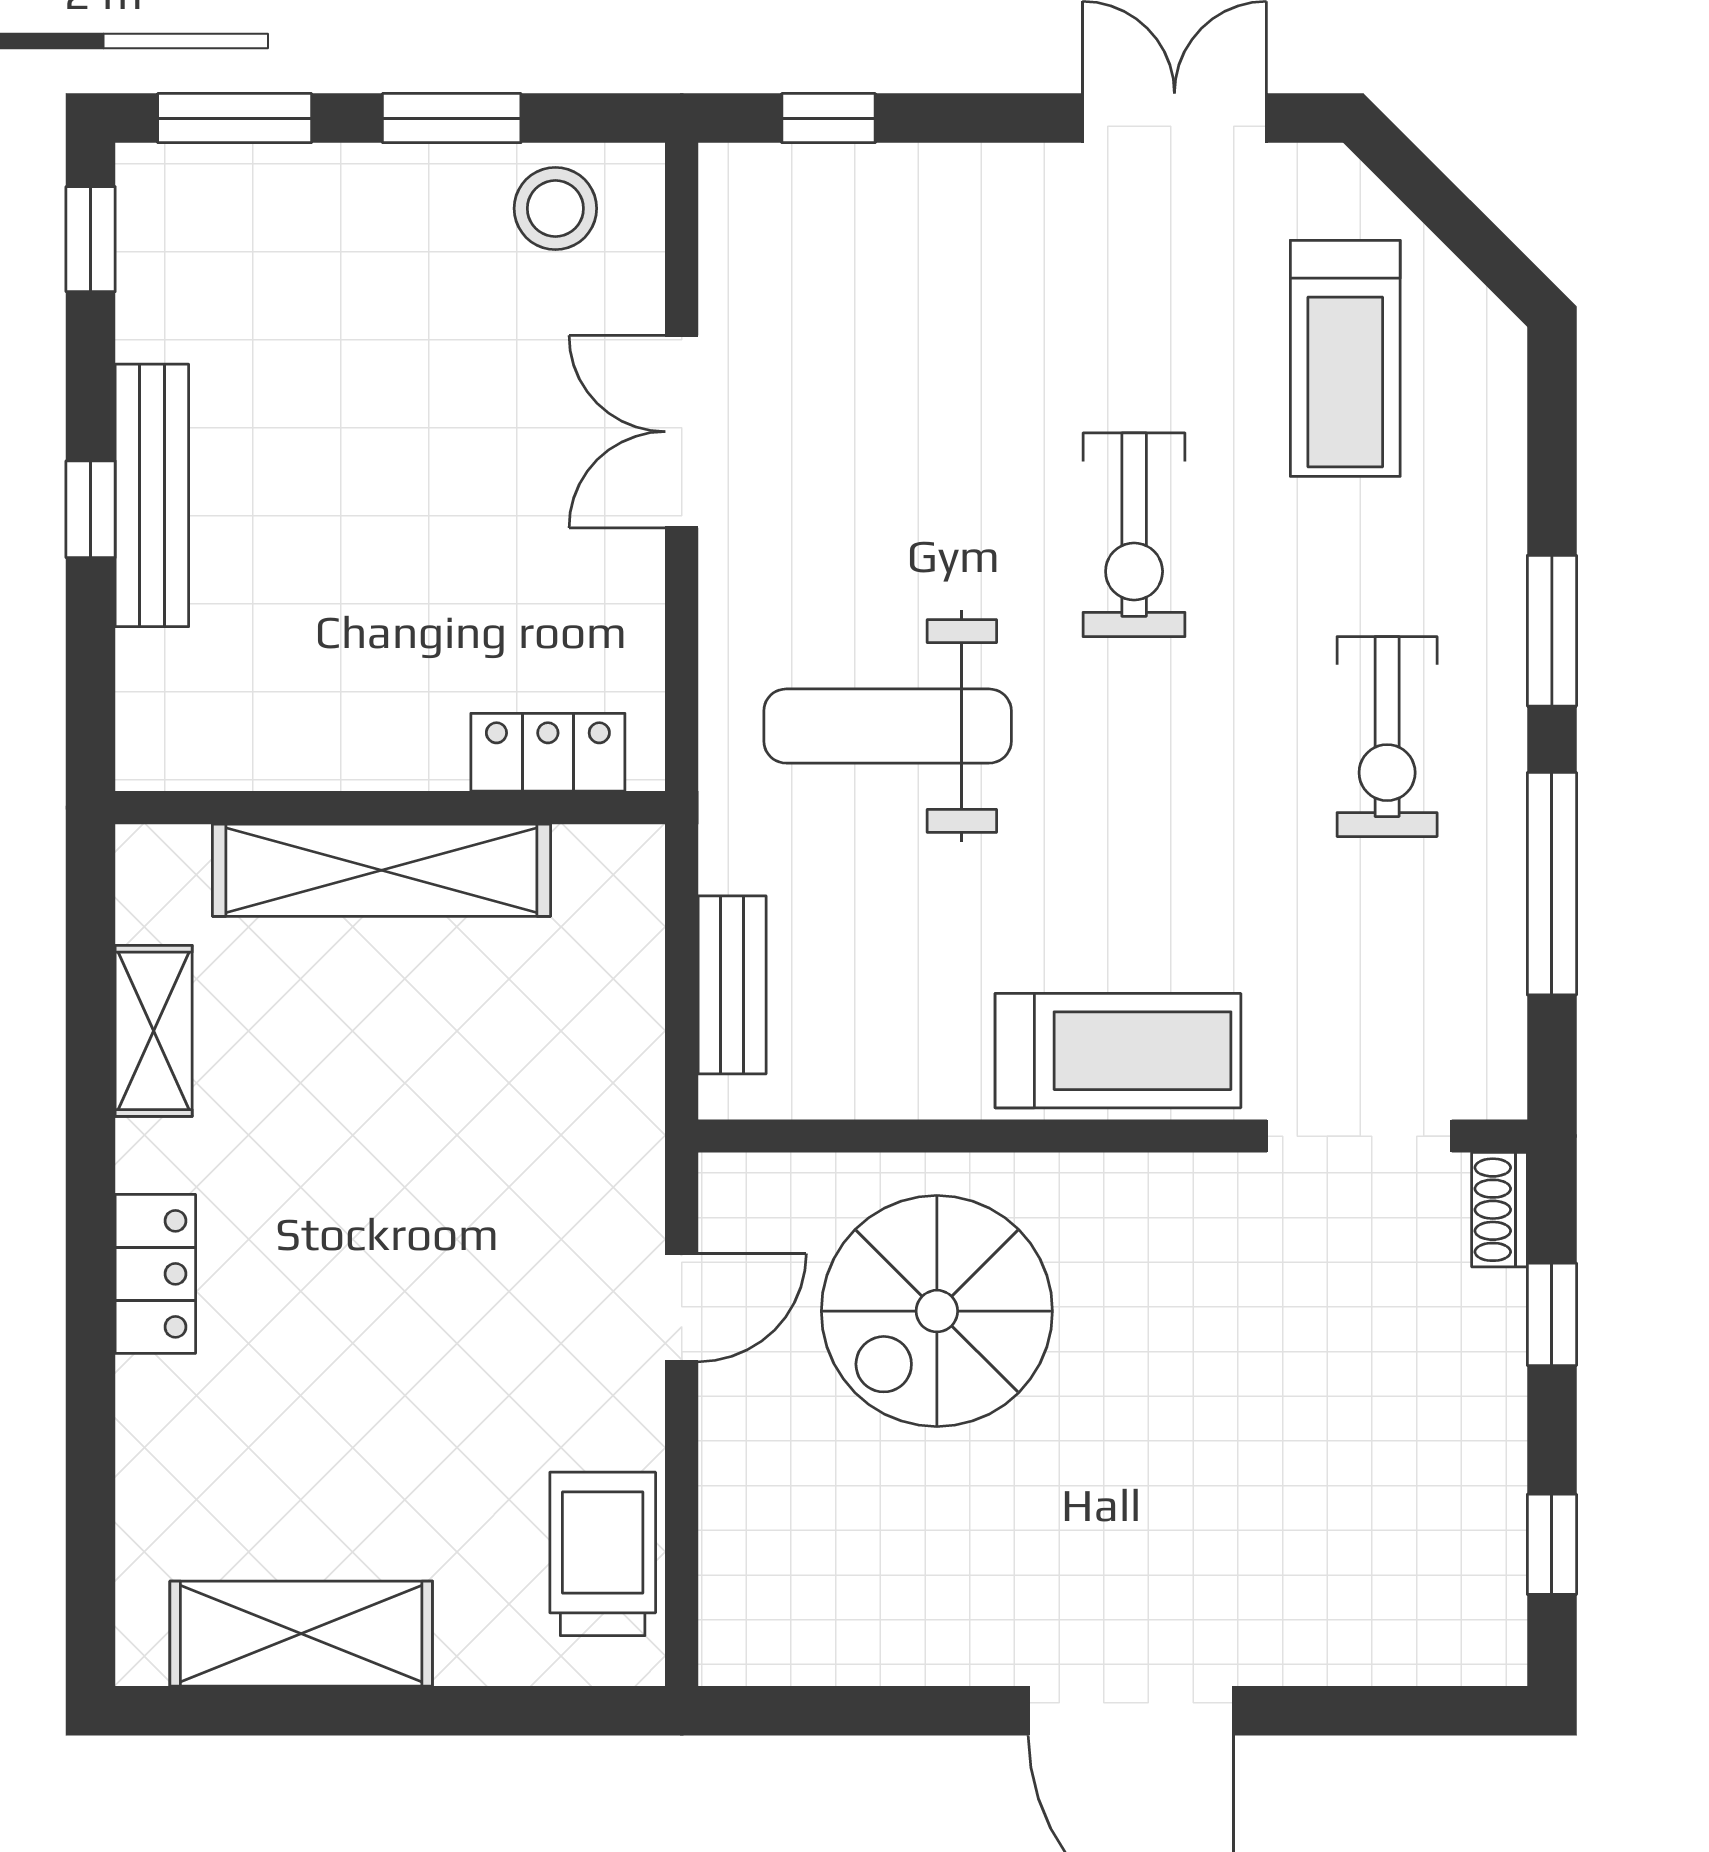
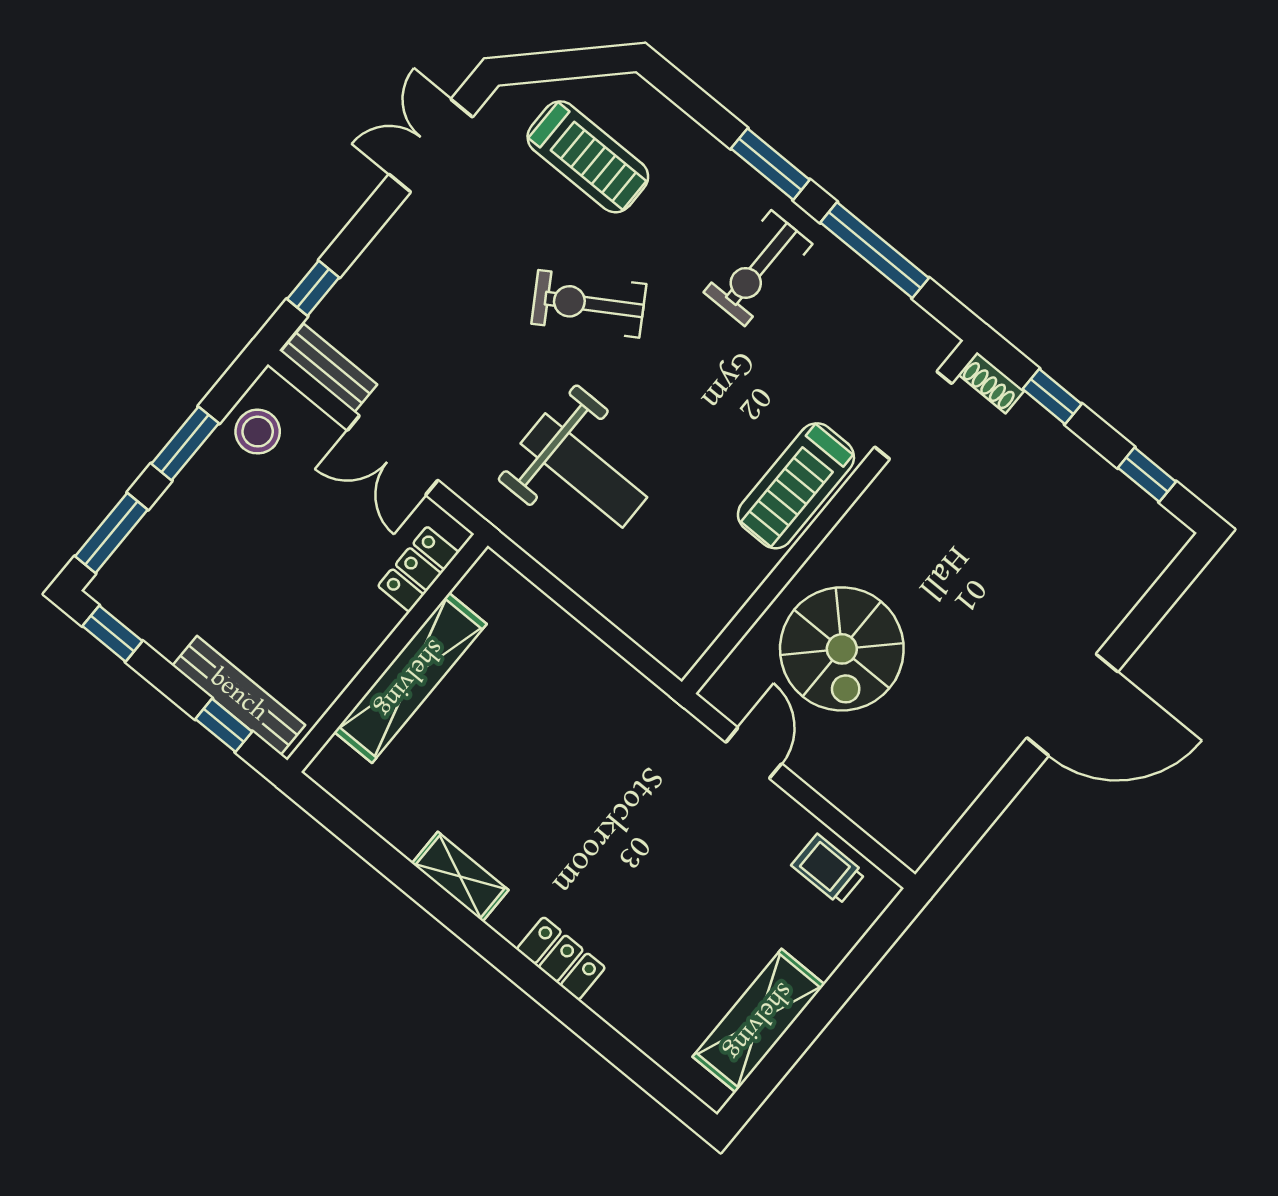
exercise bike: (1134, 535) -> (589, 304), turned 148
weight bench: (888, 726) -> (584, 470), turned -90
exercise bike: (1387, 737) -> (758, 268), turned 90
locker: (548, 752) -> (418, 569), moved
wall: (390, 808) -> (388, 653), moved
shelving: (381, 870) -> (410, 678), moved
bench: (732, 985) -> (329, 368), moved
treadmill: (1118, 1051) -> (796, 486), turned 180
trolley: (603, 1554) -> (828, 869), width x0.73, depth x0.72

